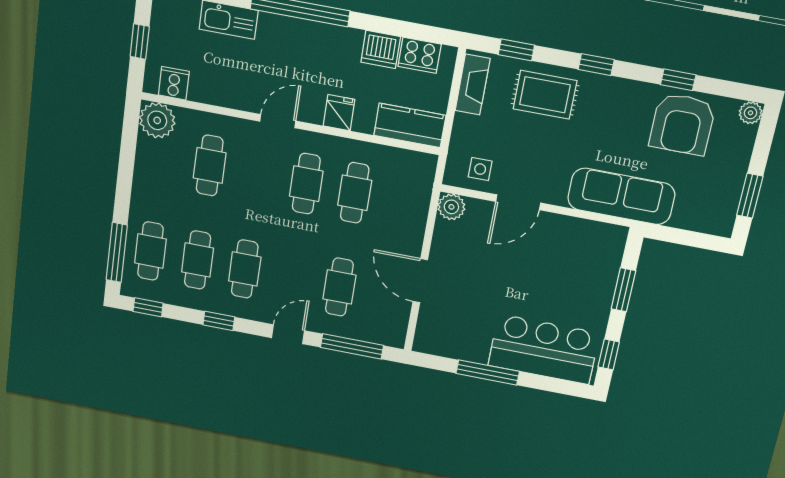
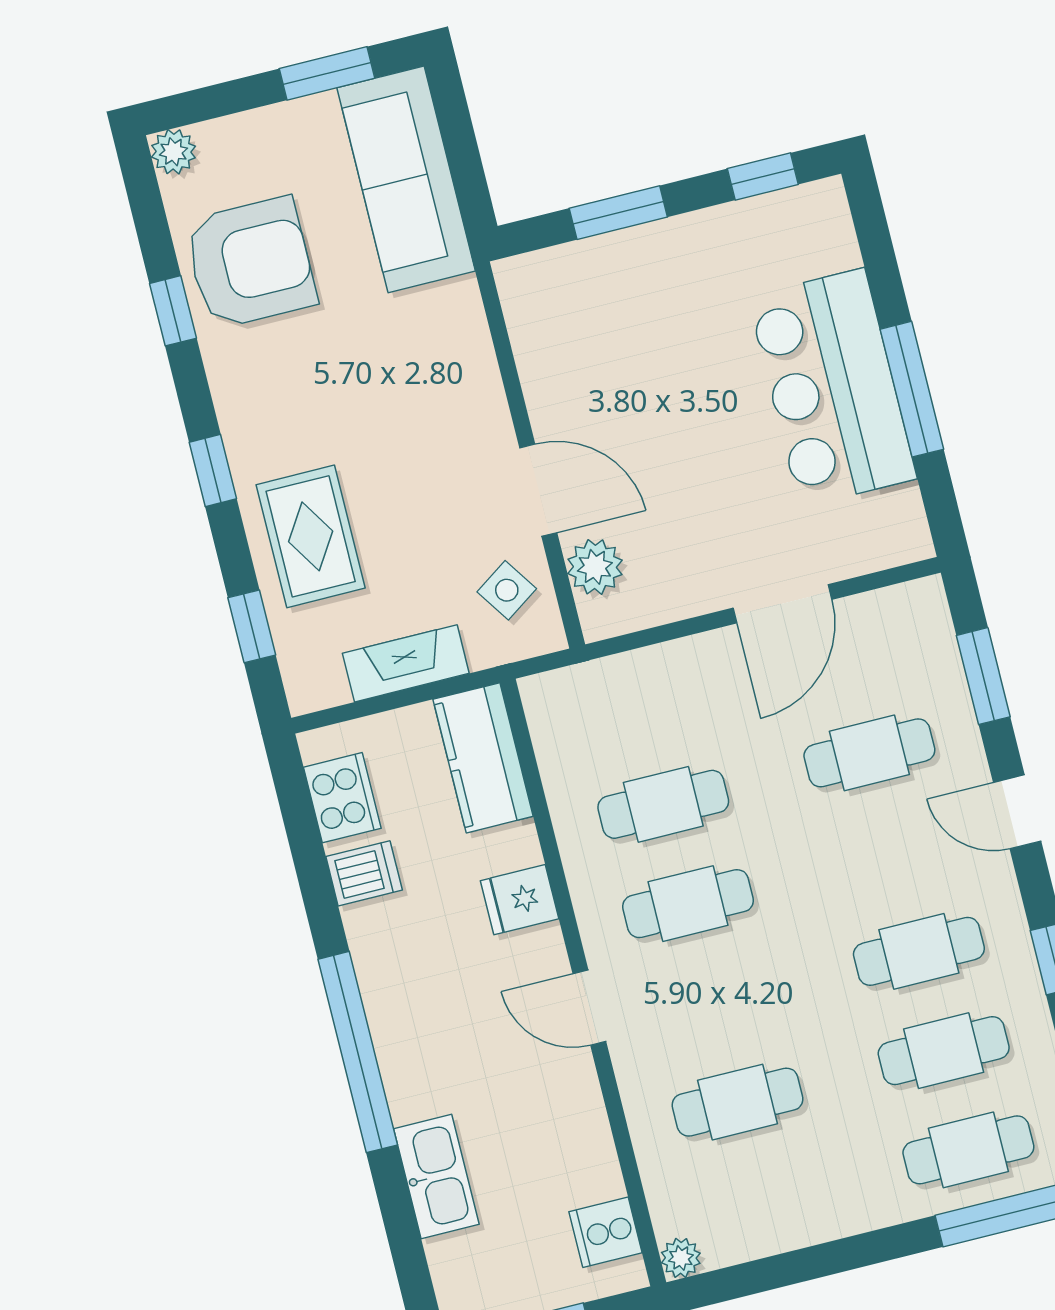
dishwasher: (381, 49) -> (364, 873), width x0.73
fireplace: (473, 85) -> (406, 663), moved
plant: (157, 120) -> (681, 1258), width x0.53, depth x0.53
side table: (480, 169) -> (507, 590), turned -34
sofa: (621, 196) -> (406, 179), moved
plant: (451, 207) -> (595, 567), moved
window: (352, 346) -> (983, 676), width x0.69
bar counter: (544, 349) -> (832, 388), moved

